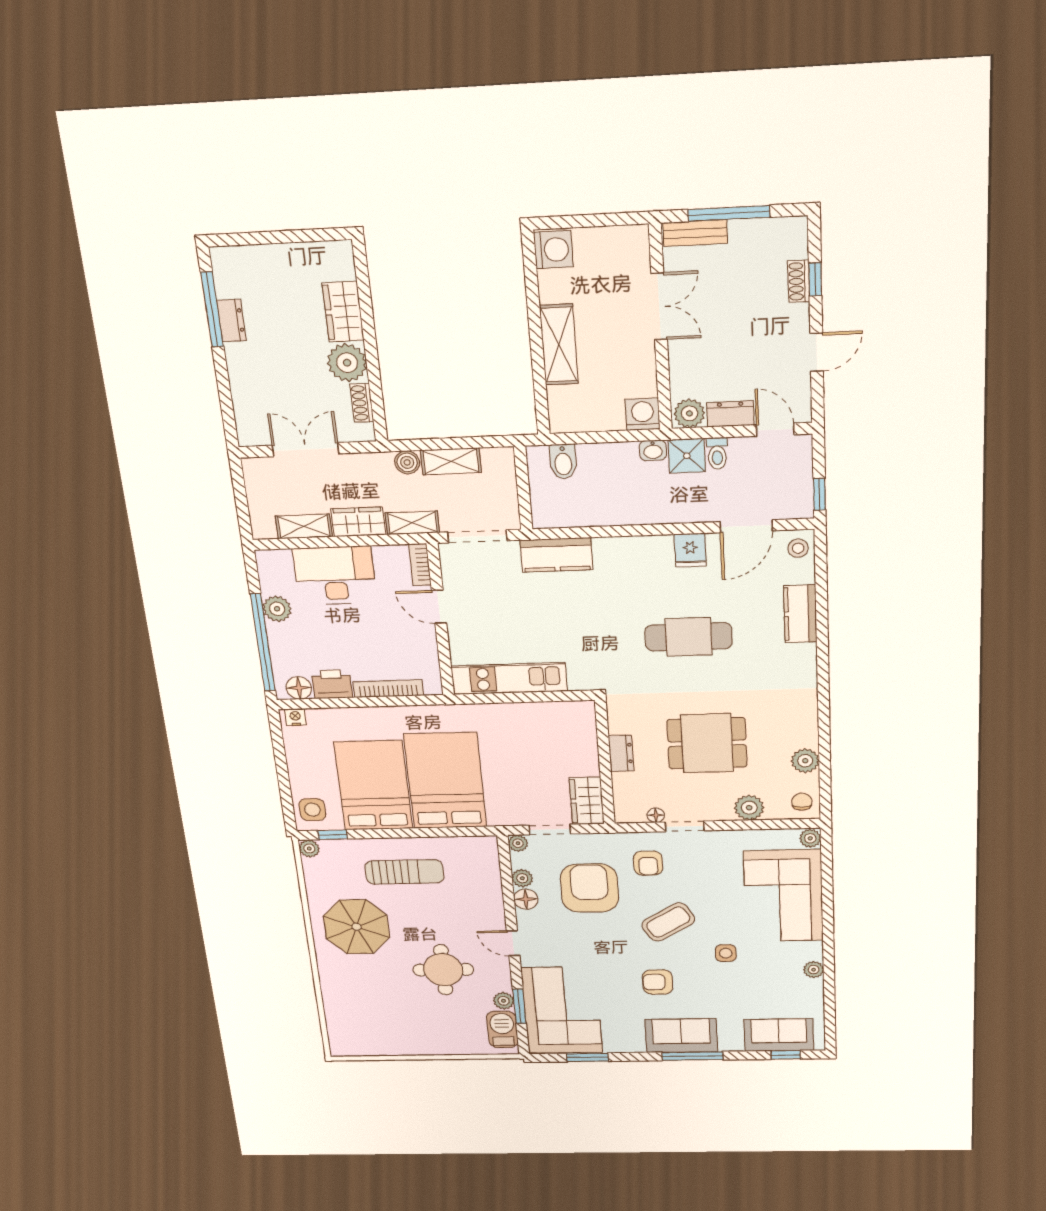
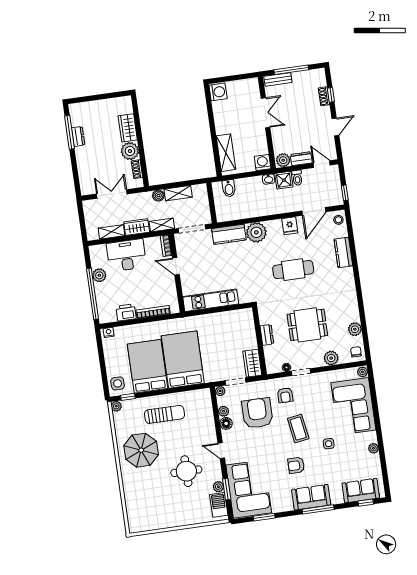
shelving: (559, 345) -> (226, 153), moved
plant: (616, 557) -> (256, 232), added
floor lamp: (299, 688) -> (110, 316), removed
coffee table: (668, 922) -> (298, 429), turned -68

